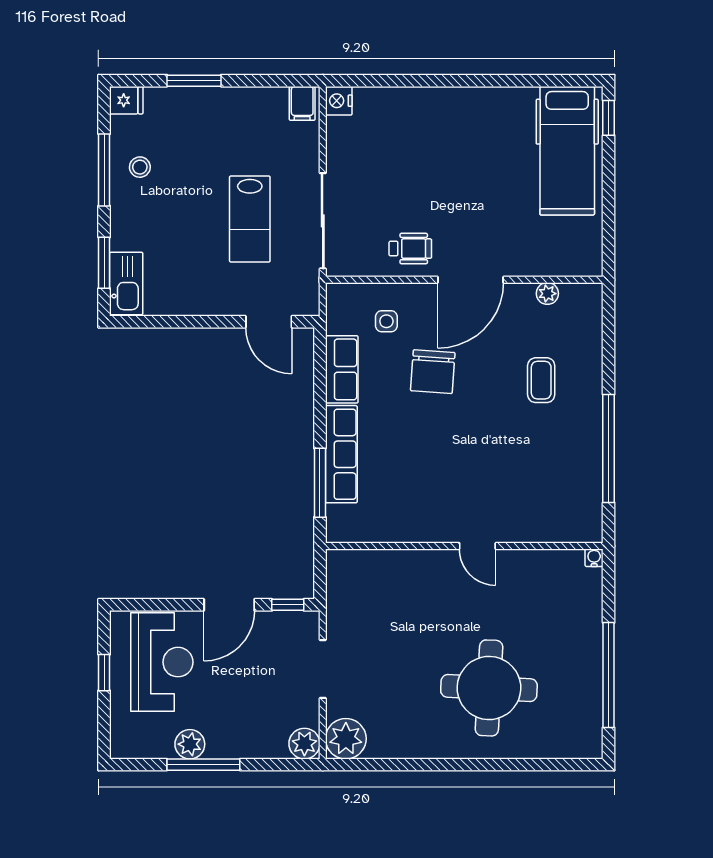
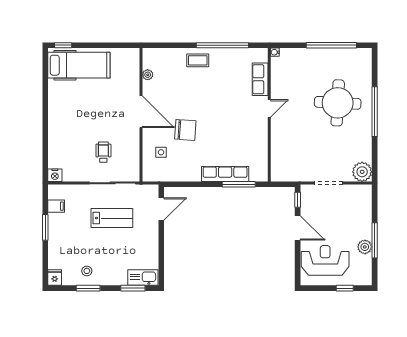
window: (194, 81) -> (45, 227), moved
filing cabinet: (302, 103) -> (56, 206), moved
window: (104, 170) -> (88, 288), width x0.69
wheelchair: (410, 249) -> (103, 152), moved
row of seats: (342, 369) -> (260, 79), moved, turned -90
coffee table: (541, 380) -> (198, 60), moved
window: (104, 673) -> (345, 288), moved
plant: (304, 744) -> (364, 192), removed
window: (471, 765) -> (375, 112), added

